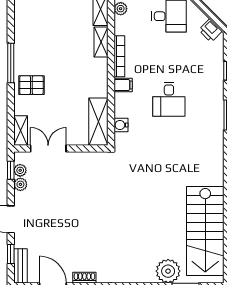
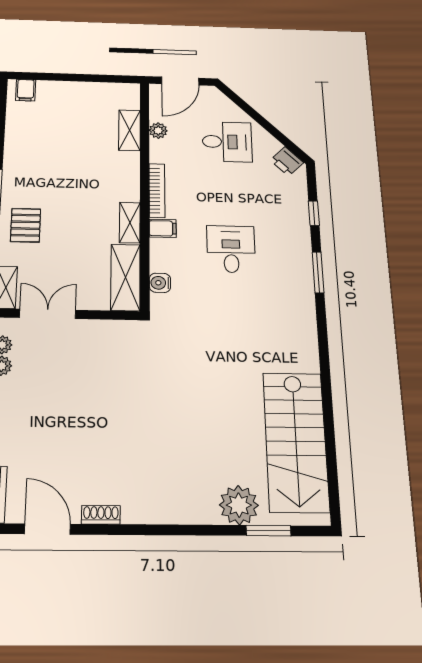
shelving: (101, 42) -> (130, 223), moved
pallet: (31, 85) -> (26, 225), turned 90
desk: (169, 99) -> (231, 249), turned 180

